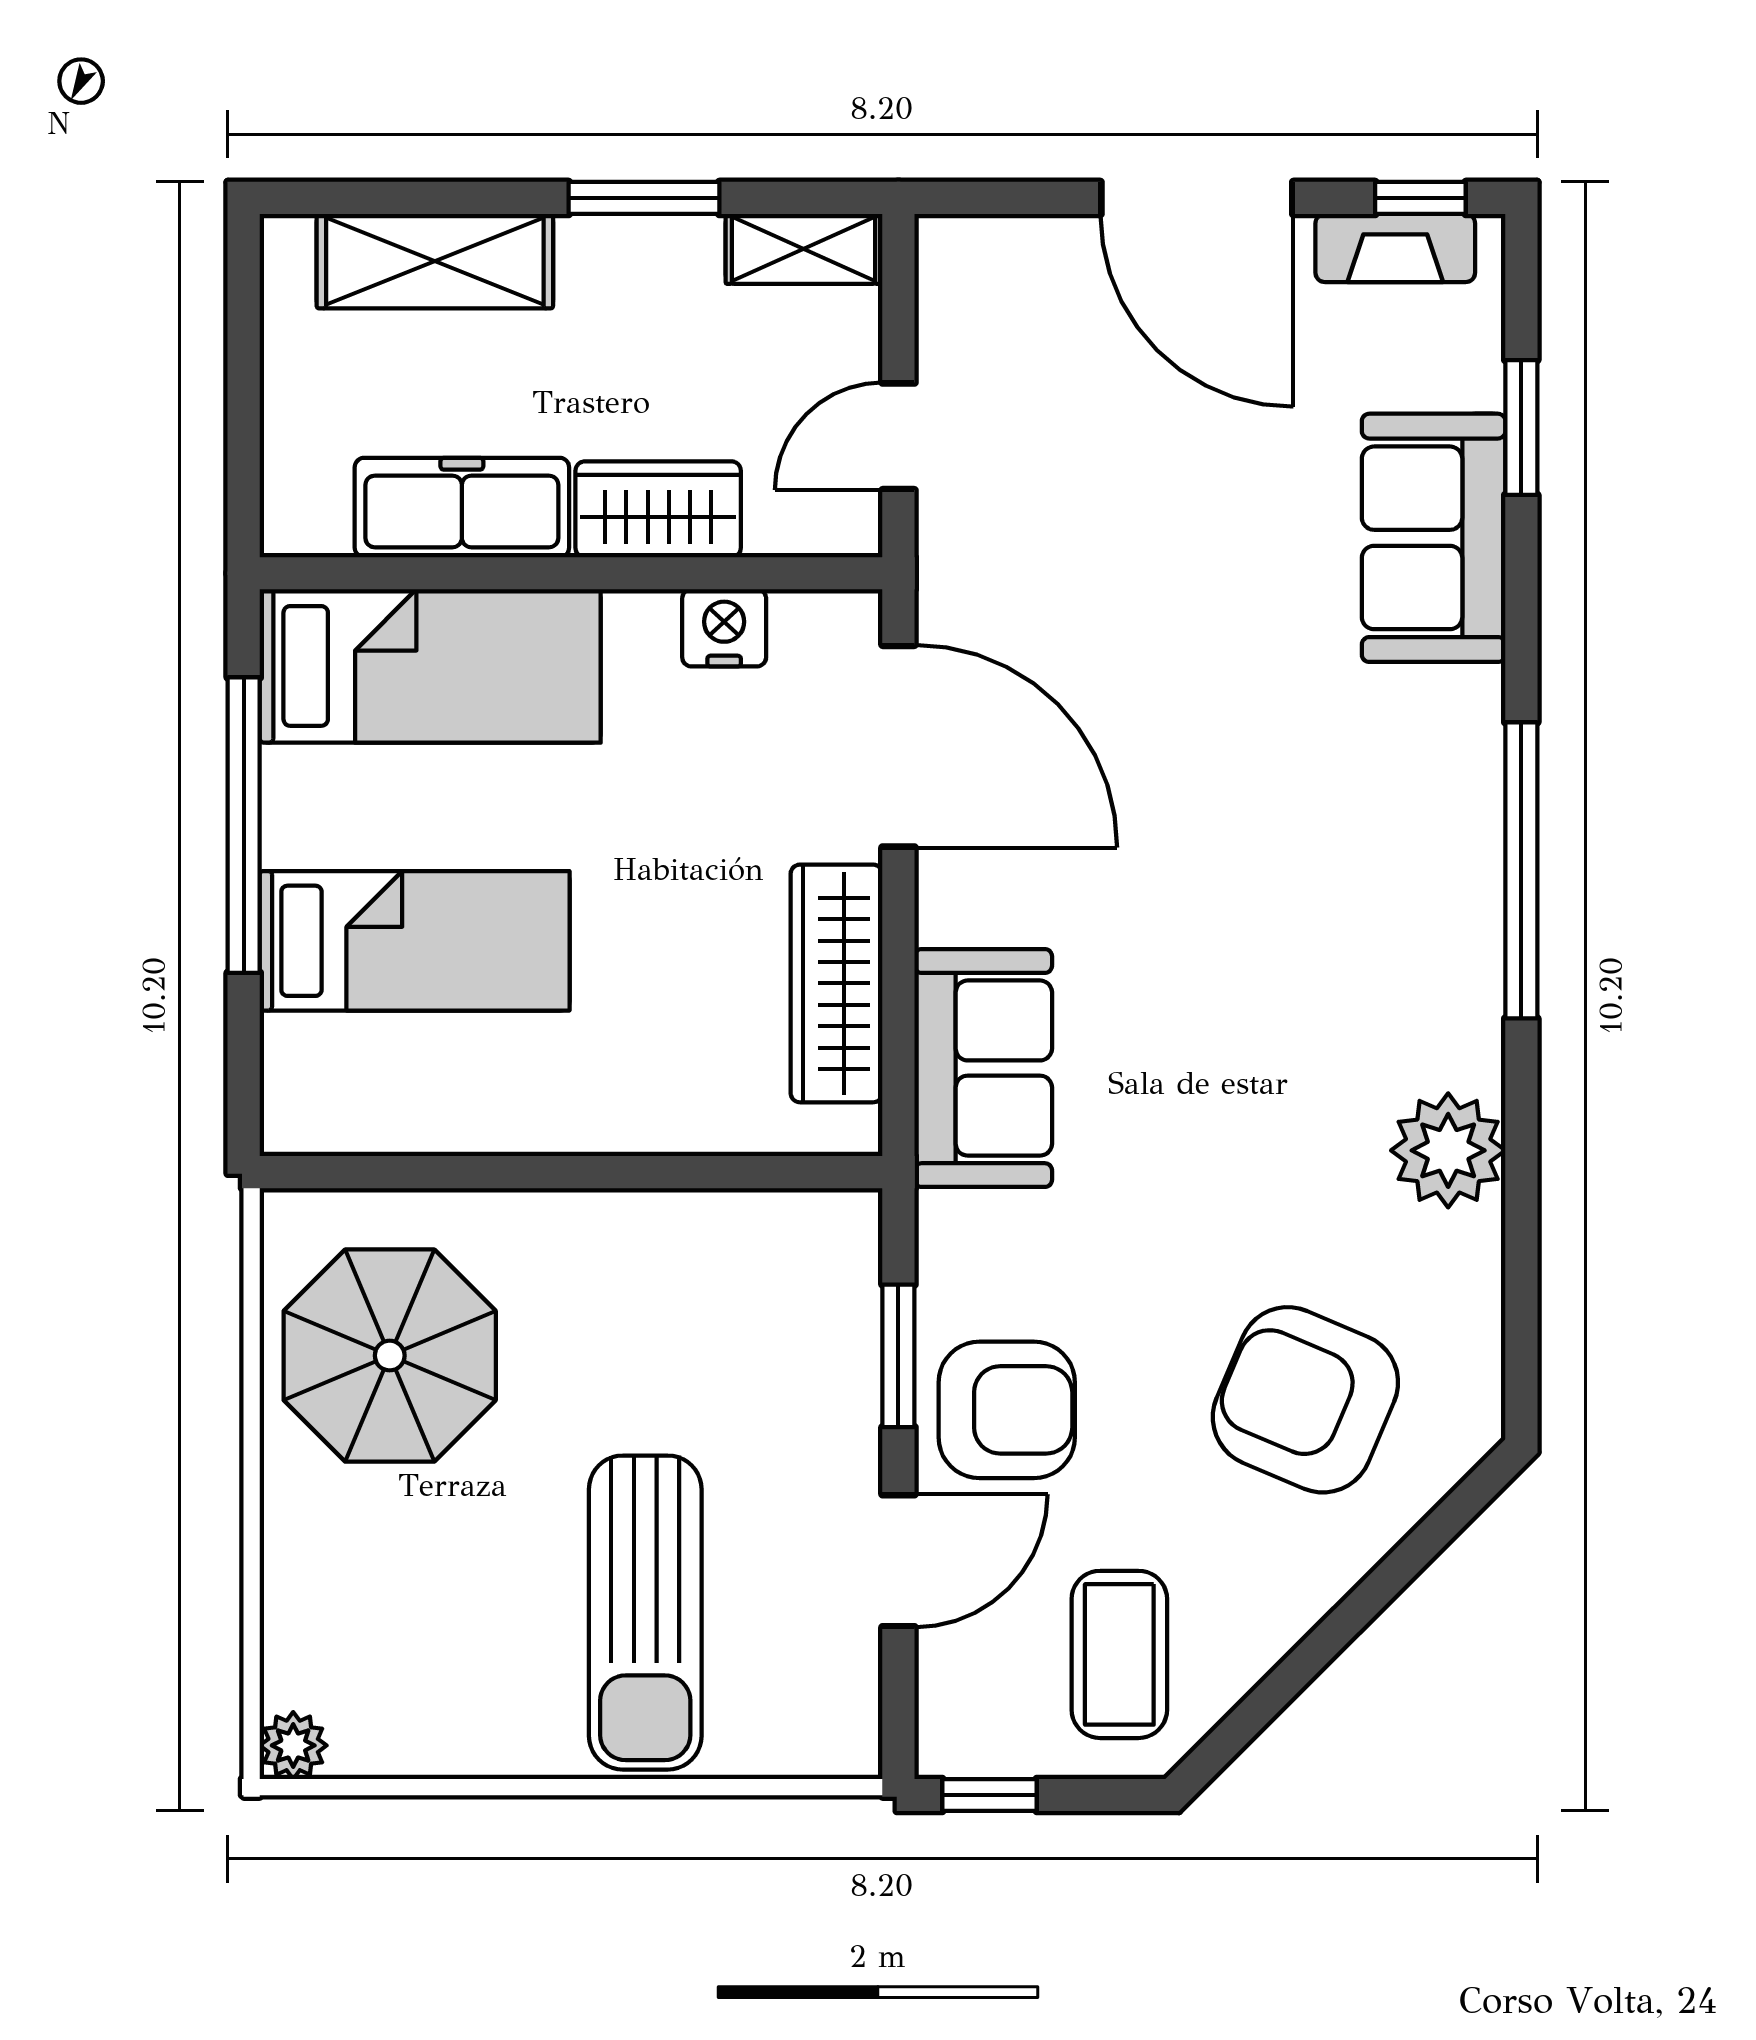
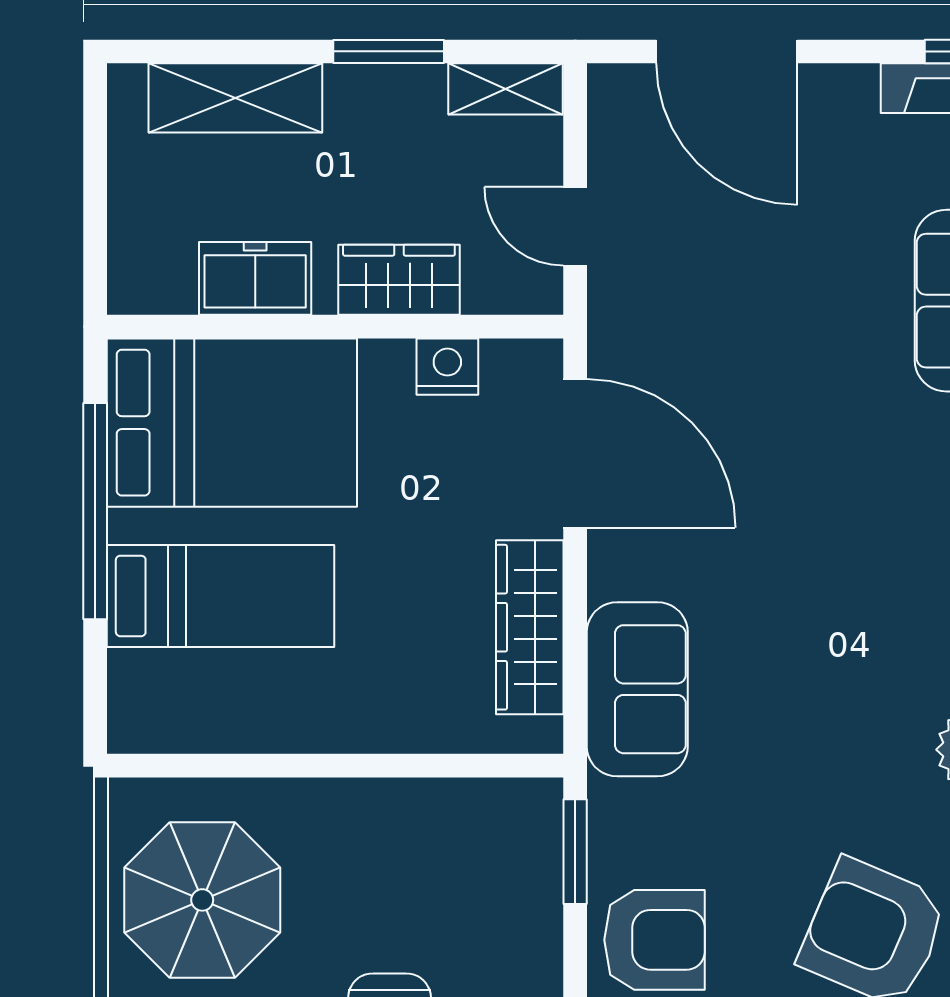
door: (1197, 198) -> (727, 51), moved
door: (898, 436) -> (575, 226), hinge flipped
freezer: (462, 508) -> (255, 278), width x0.71
bed: (430, 666) -> (232, 423), width x1.50
window: (898, 1356) -> (575, 852), moved

